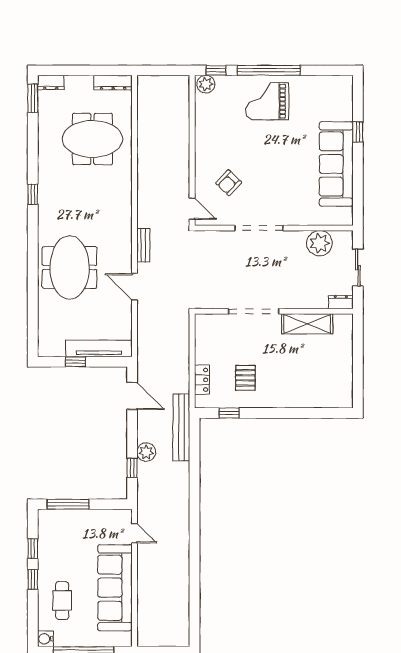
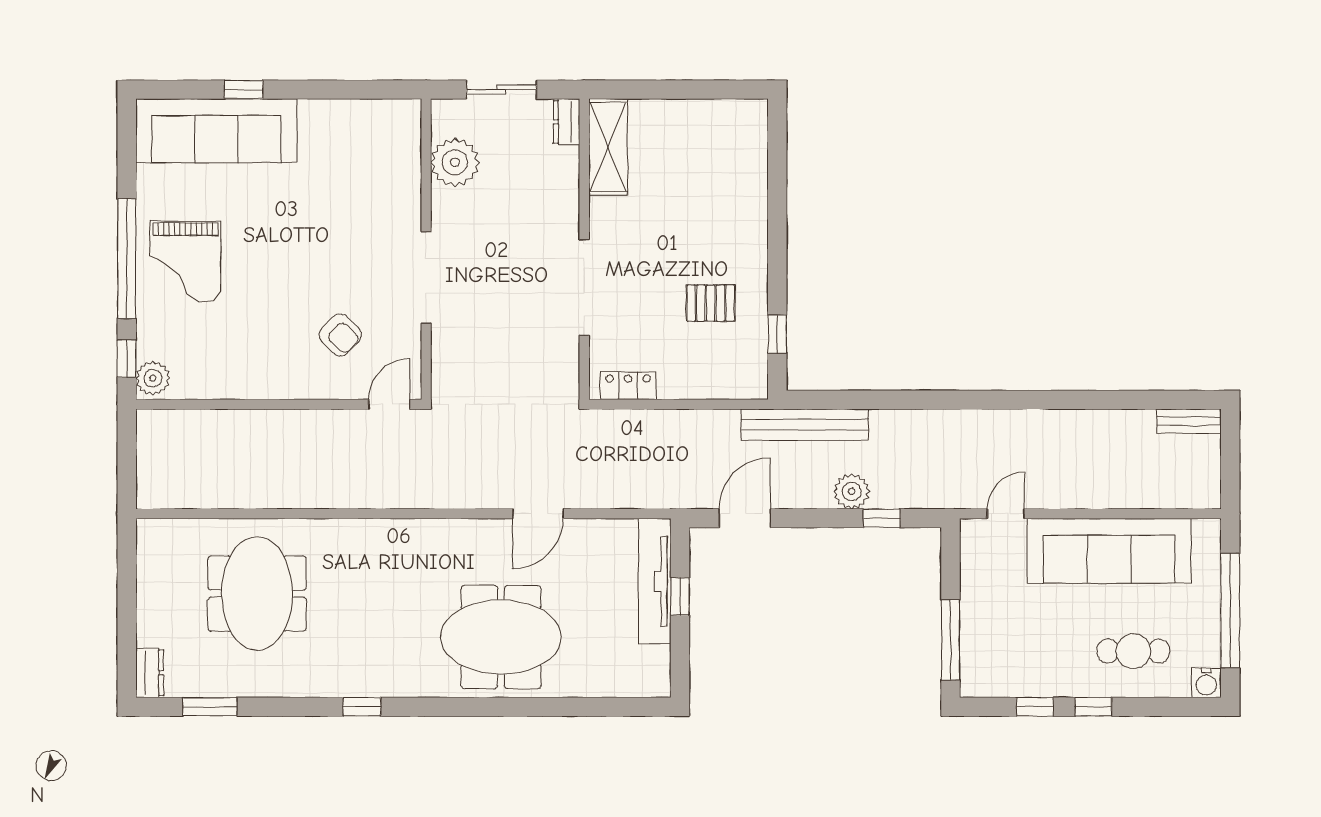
dresser: (113, 83) -> (150, 554), removed
window: (33, 98) -> (210, 707), moved
sofa: (336, 164) -> (216, 131), moved
bench: (143, 245) -> (1189, 421), moved
shelving: (307, 324) -> (608, 147), moved
window: (75, 362) -> (680, 597), moved
locker: (202, 380) -> (628, 386), moved

